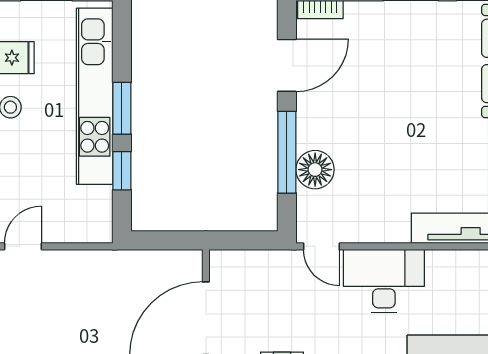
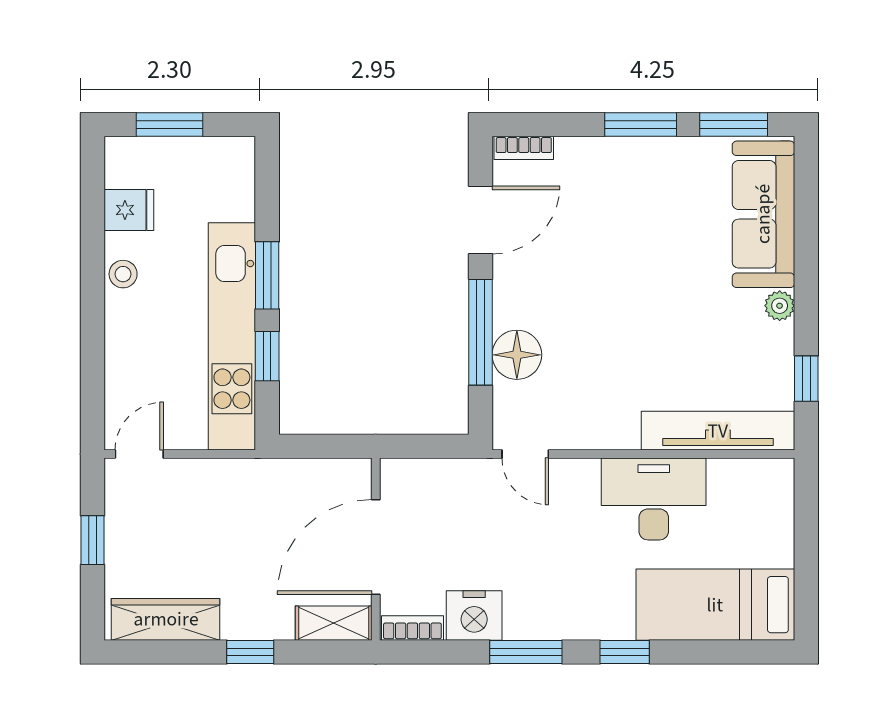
kitchen unit: (95, 96) -> (232, 336), moved
desk: (384, 281) -> (654, 499), moved

